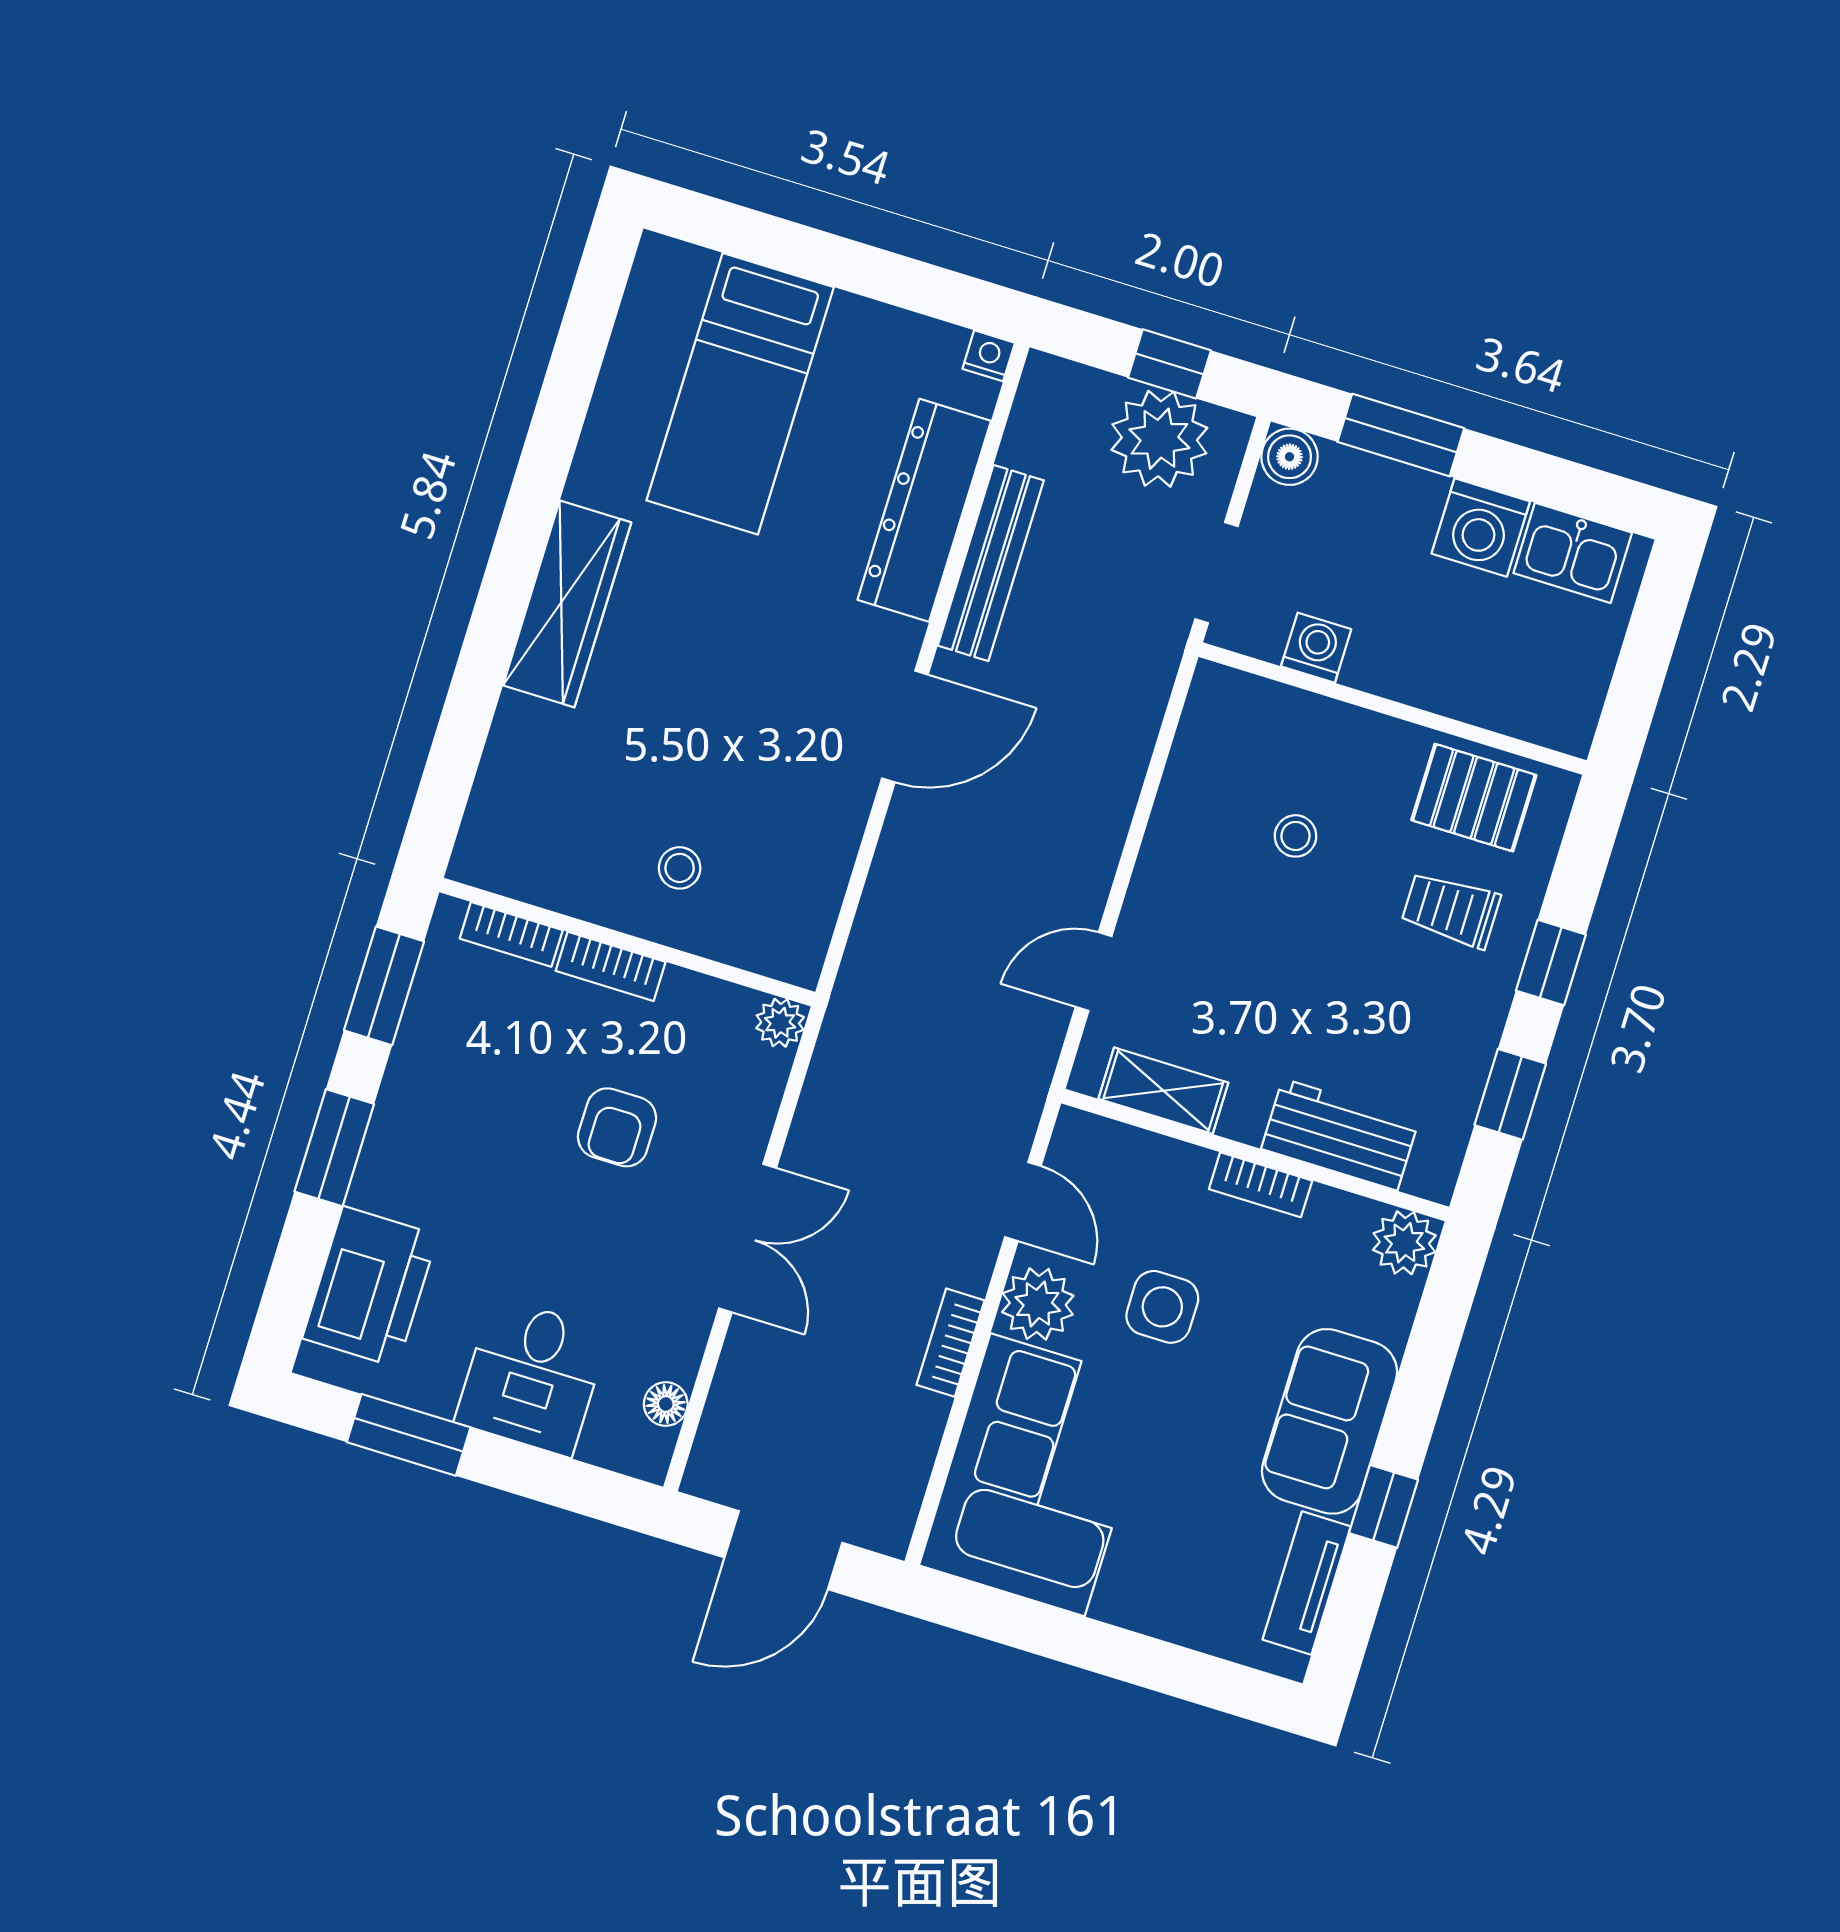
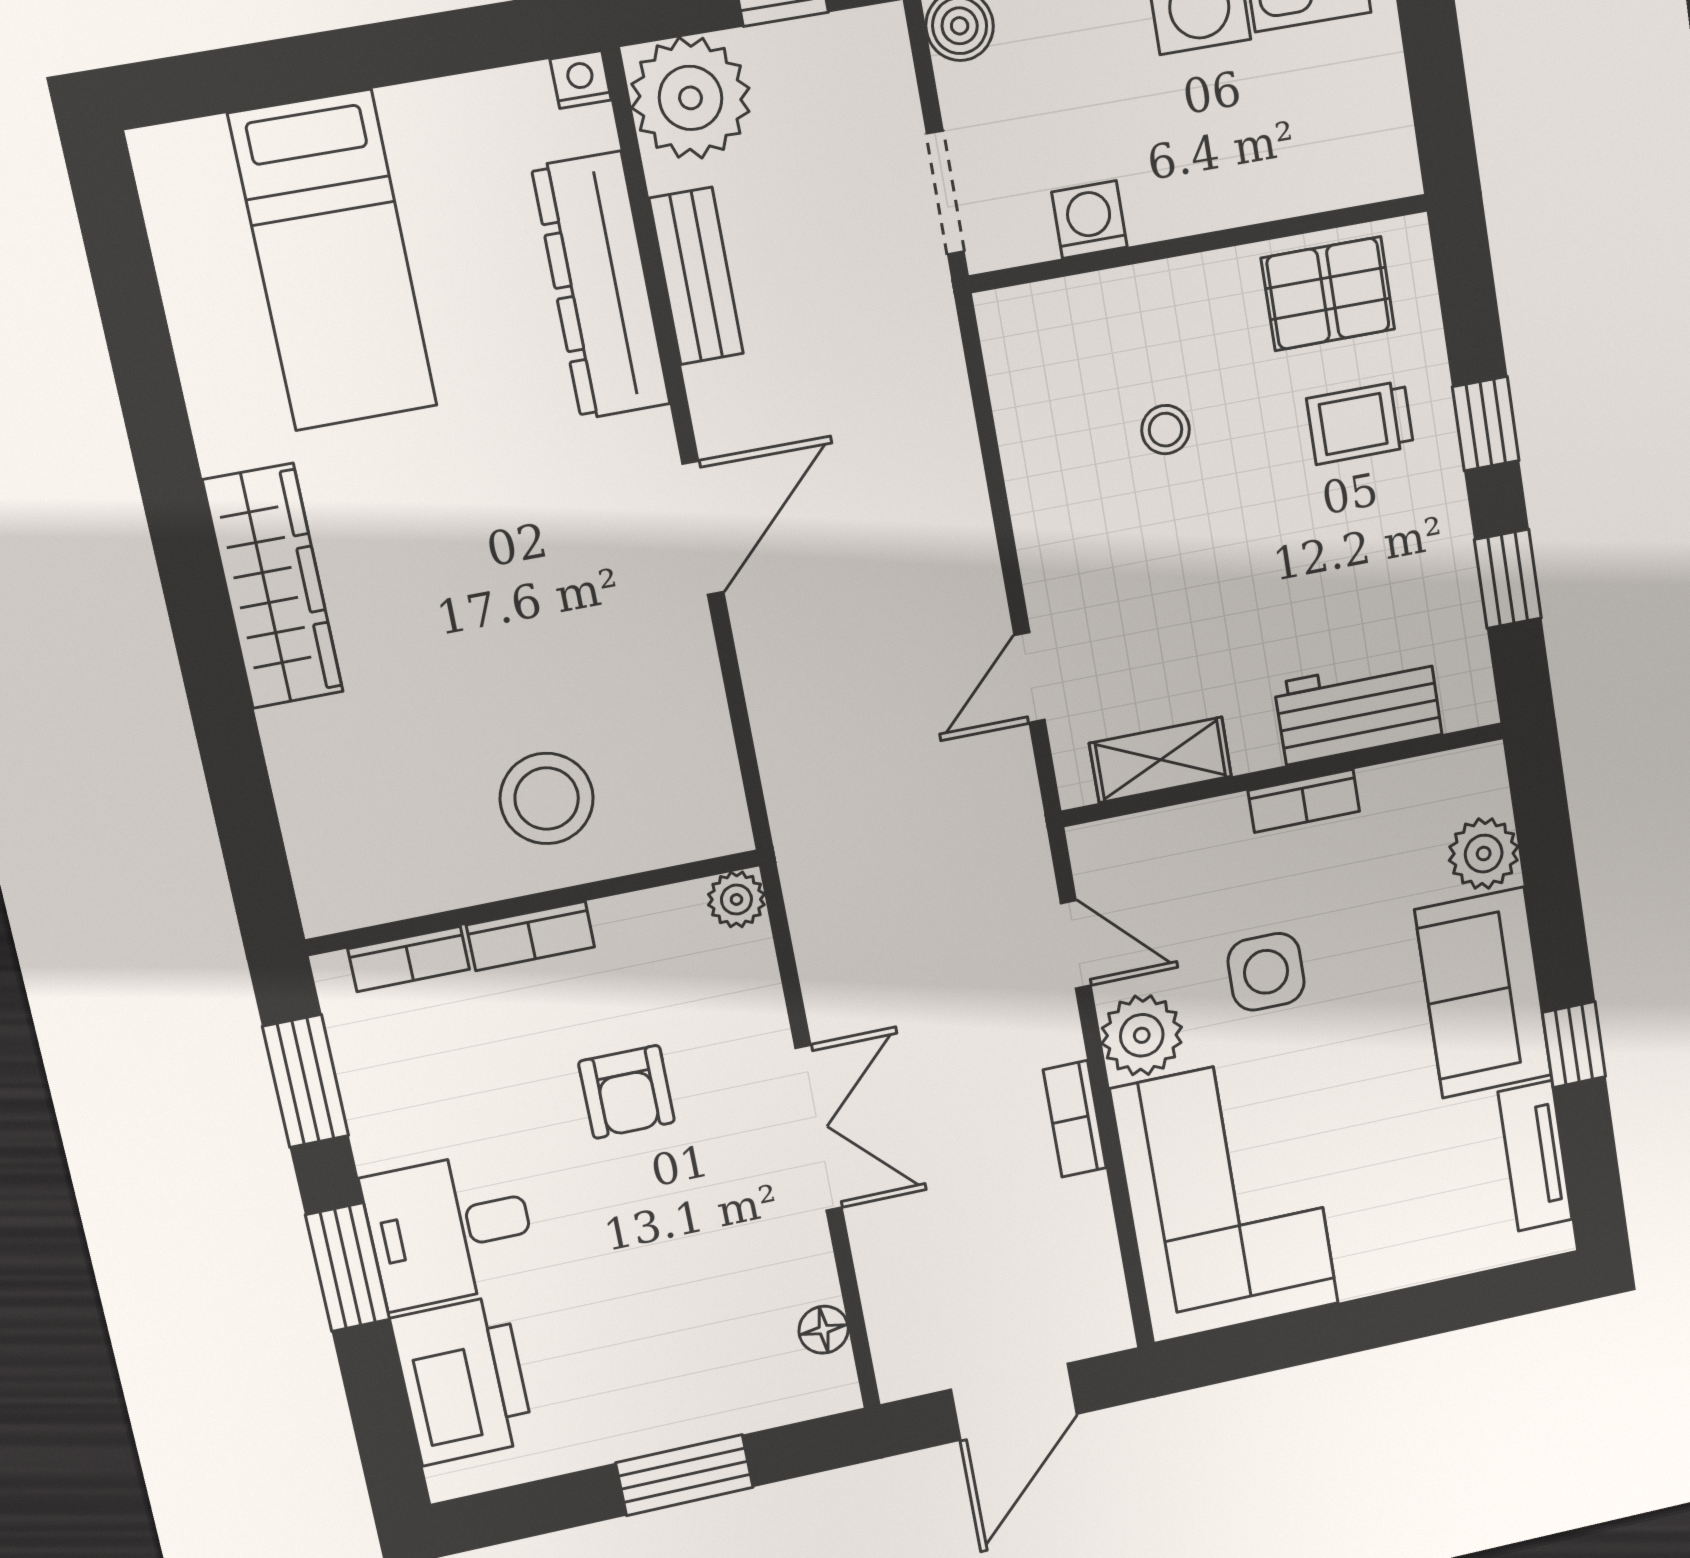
plant: (1159, 439) -> (691, 98), moved
bench: (991, 563) -> (696, 276), width x0.73
stool: (680, 868) -> (547, 799), width x1.89, depth x1.89
plant: (1404, 1243) -> (1484, 854), moved
desk: (532, 1376) -> (450, 1230), moved, turned 90
window: (409, 1435) -> (684, 1475), moved

